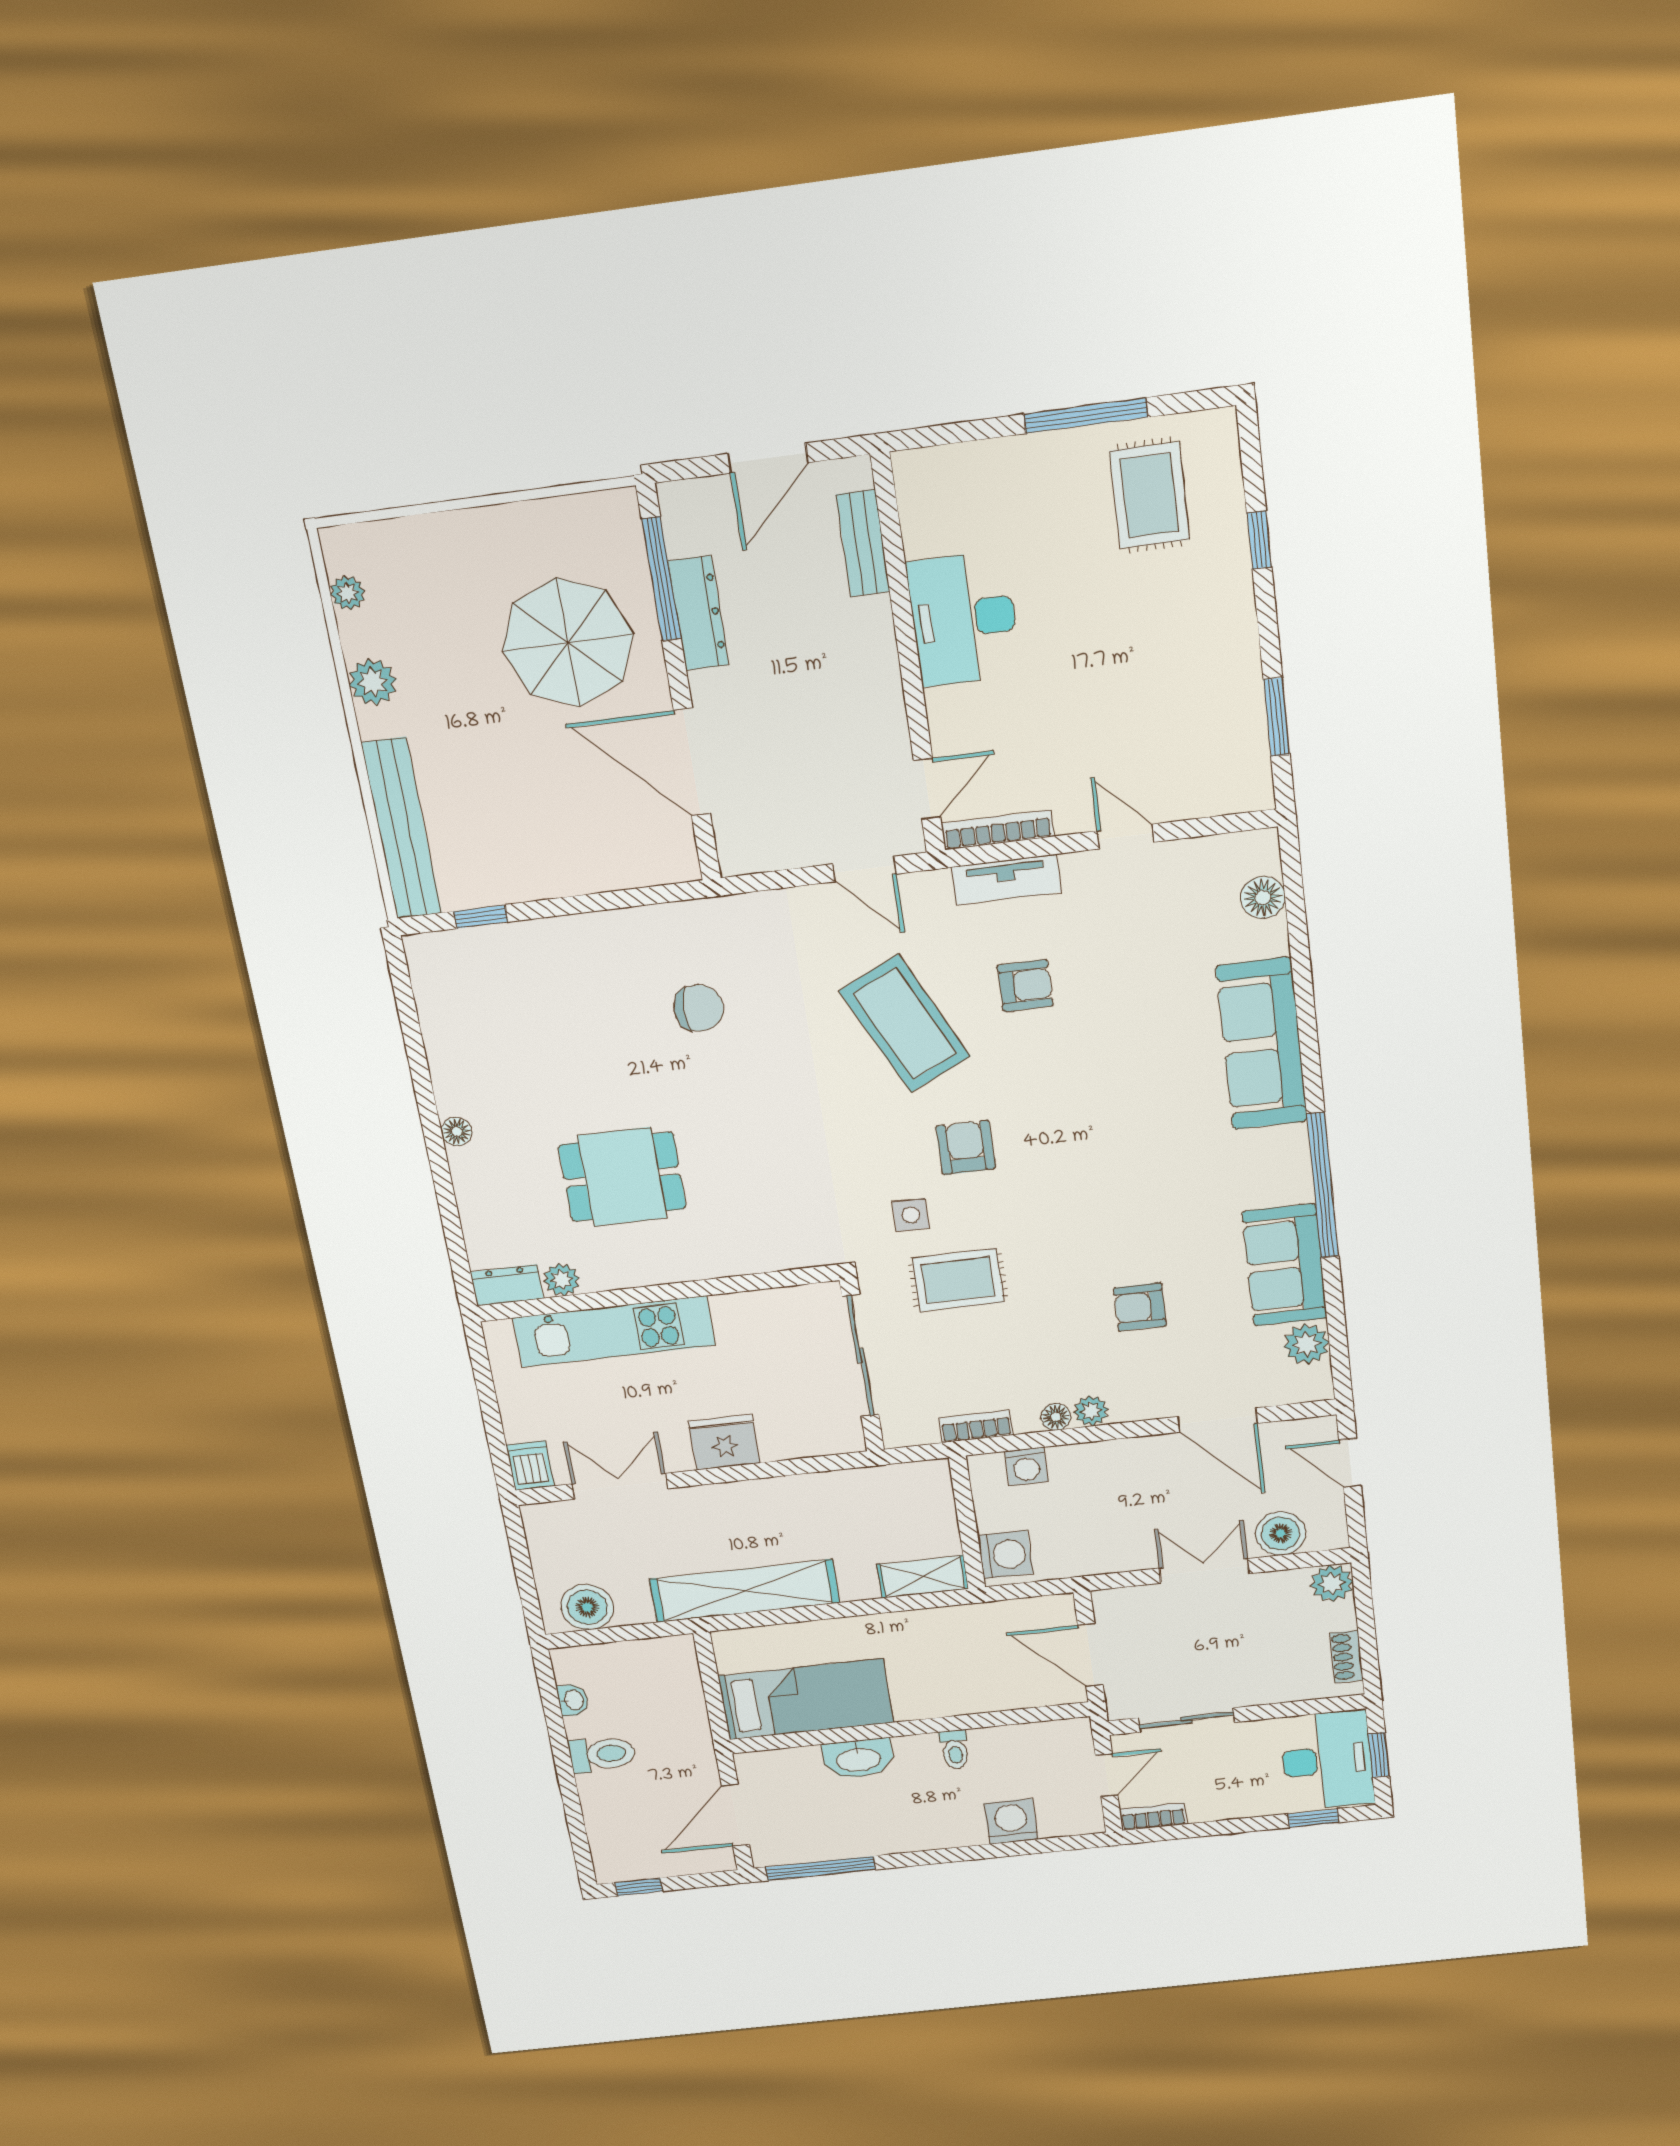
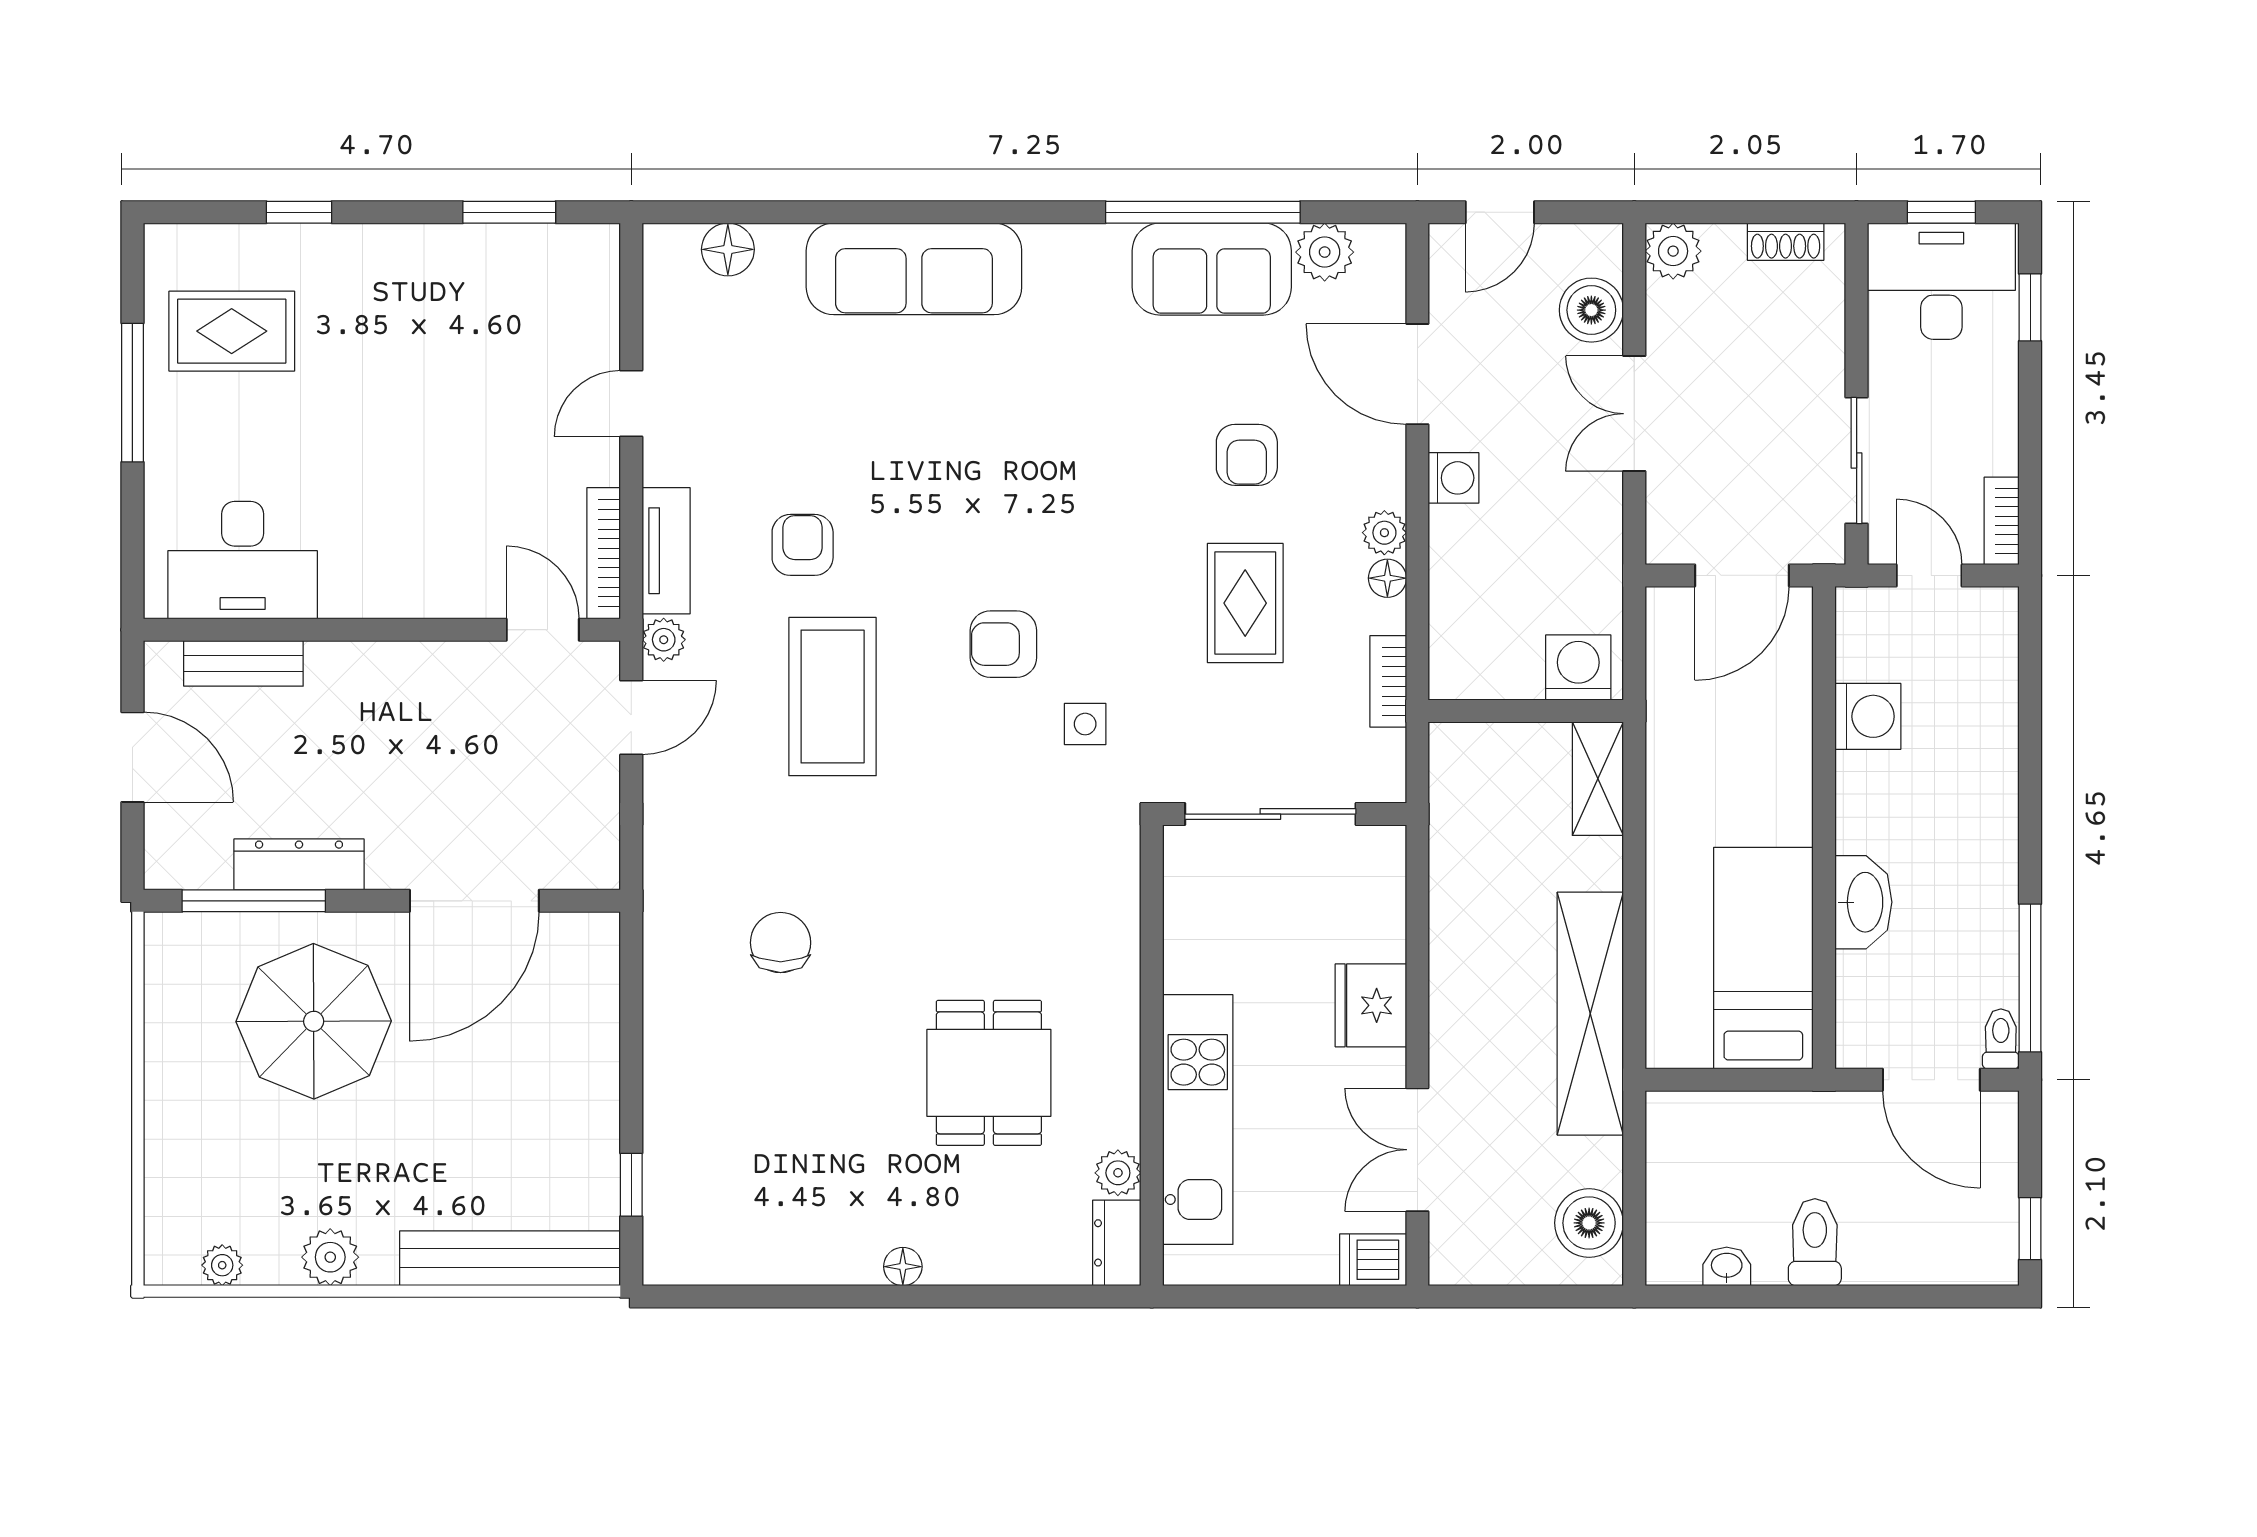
desk: (964, 619) -> (243, 560), moved
plant: (932, 887) -> (664, 640), added
coffee table: (905, 1024) -> (833, 697), turned -64
window: (1323, 1185) -> (1203, 212), moved
rug: (958, 1280) -> (1245, 603), moved
door: (1218, 1420) -> (1417, 374), swing flipped
washing machine: (1026, 1466) -> (1454, 478), moved
toilet: (955, 1750) -> (2001, 1039), moved, turned -90
washing machine: (1011, 1821) -> (1868, 716), moved, turned 180

